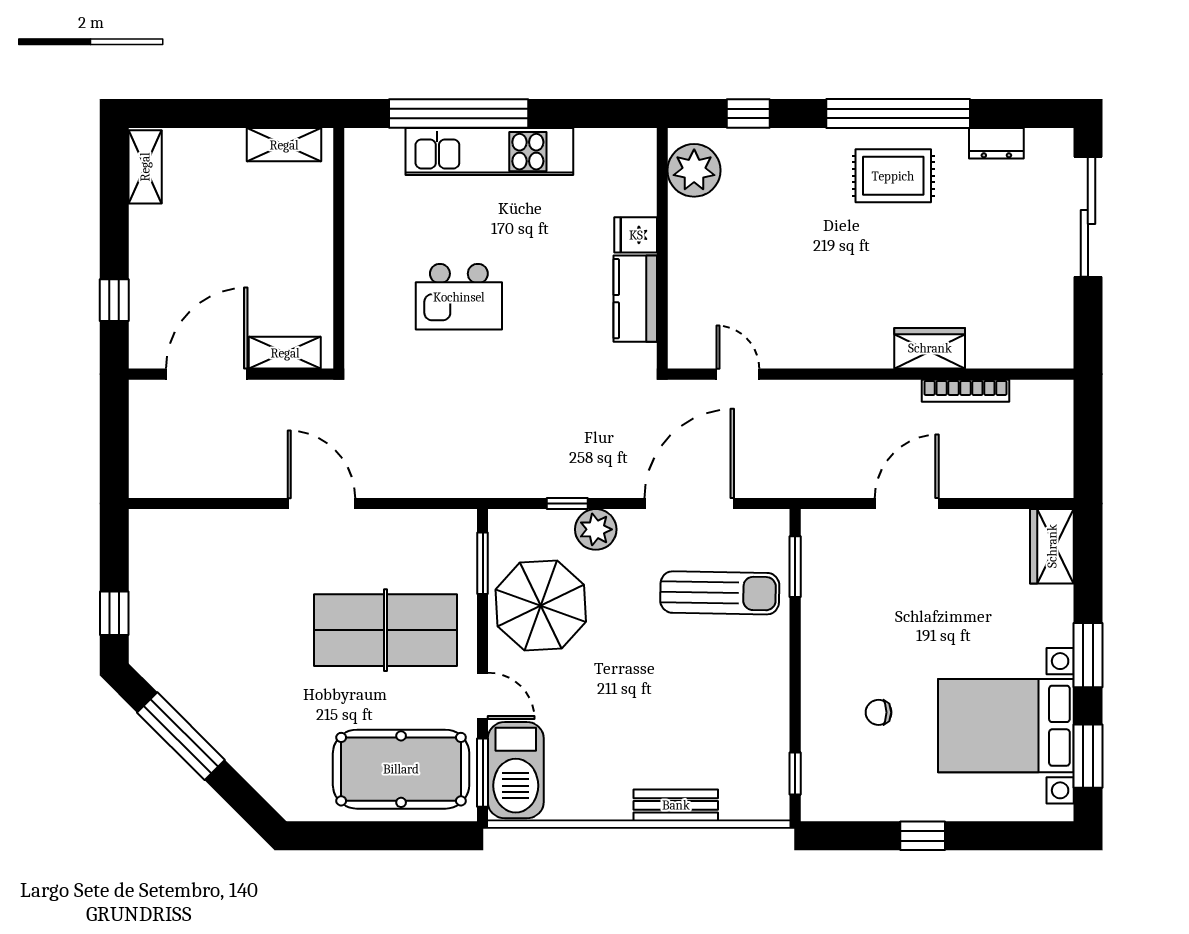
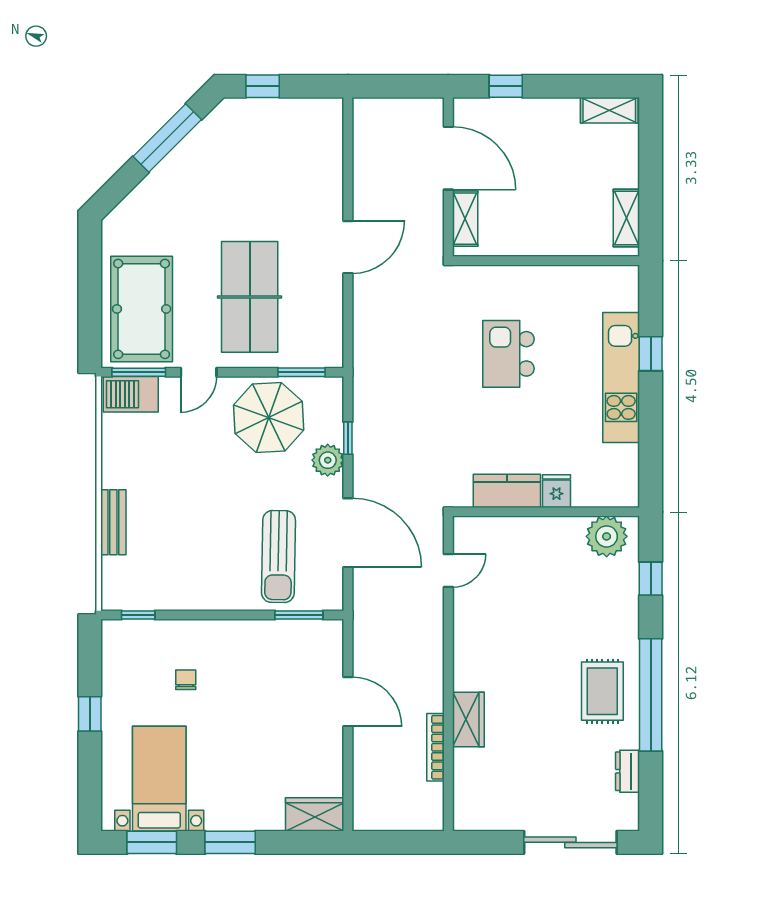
window: (459, 114) -> (651, 354), width x0.32
bed with nightstands: (1006, 726) -> (159, 779), width x0.73
barbecue: (516, 770) -> (131, 394), width x0.73, depth x0.83

